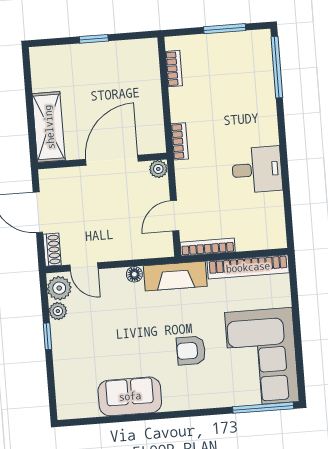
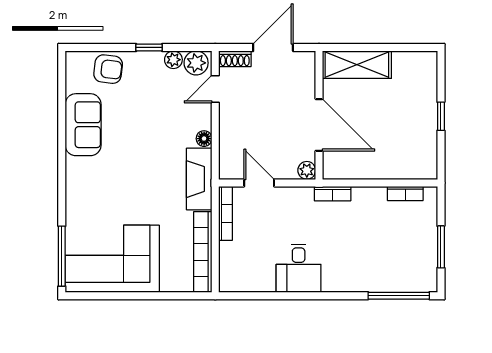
armchair: (191, 351) -> (108, 69), moved, turned 97

